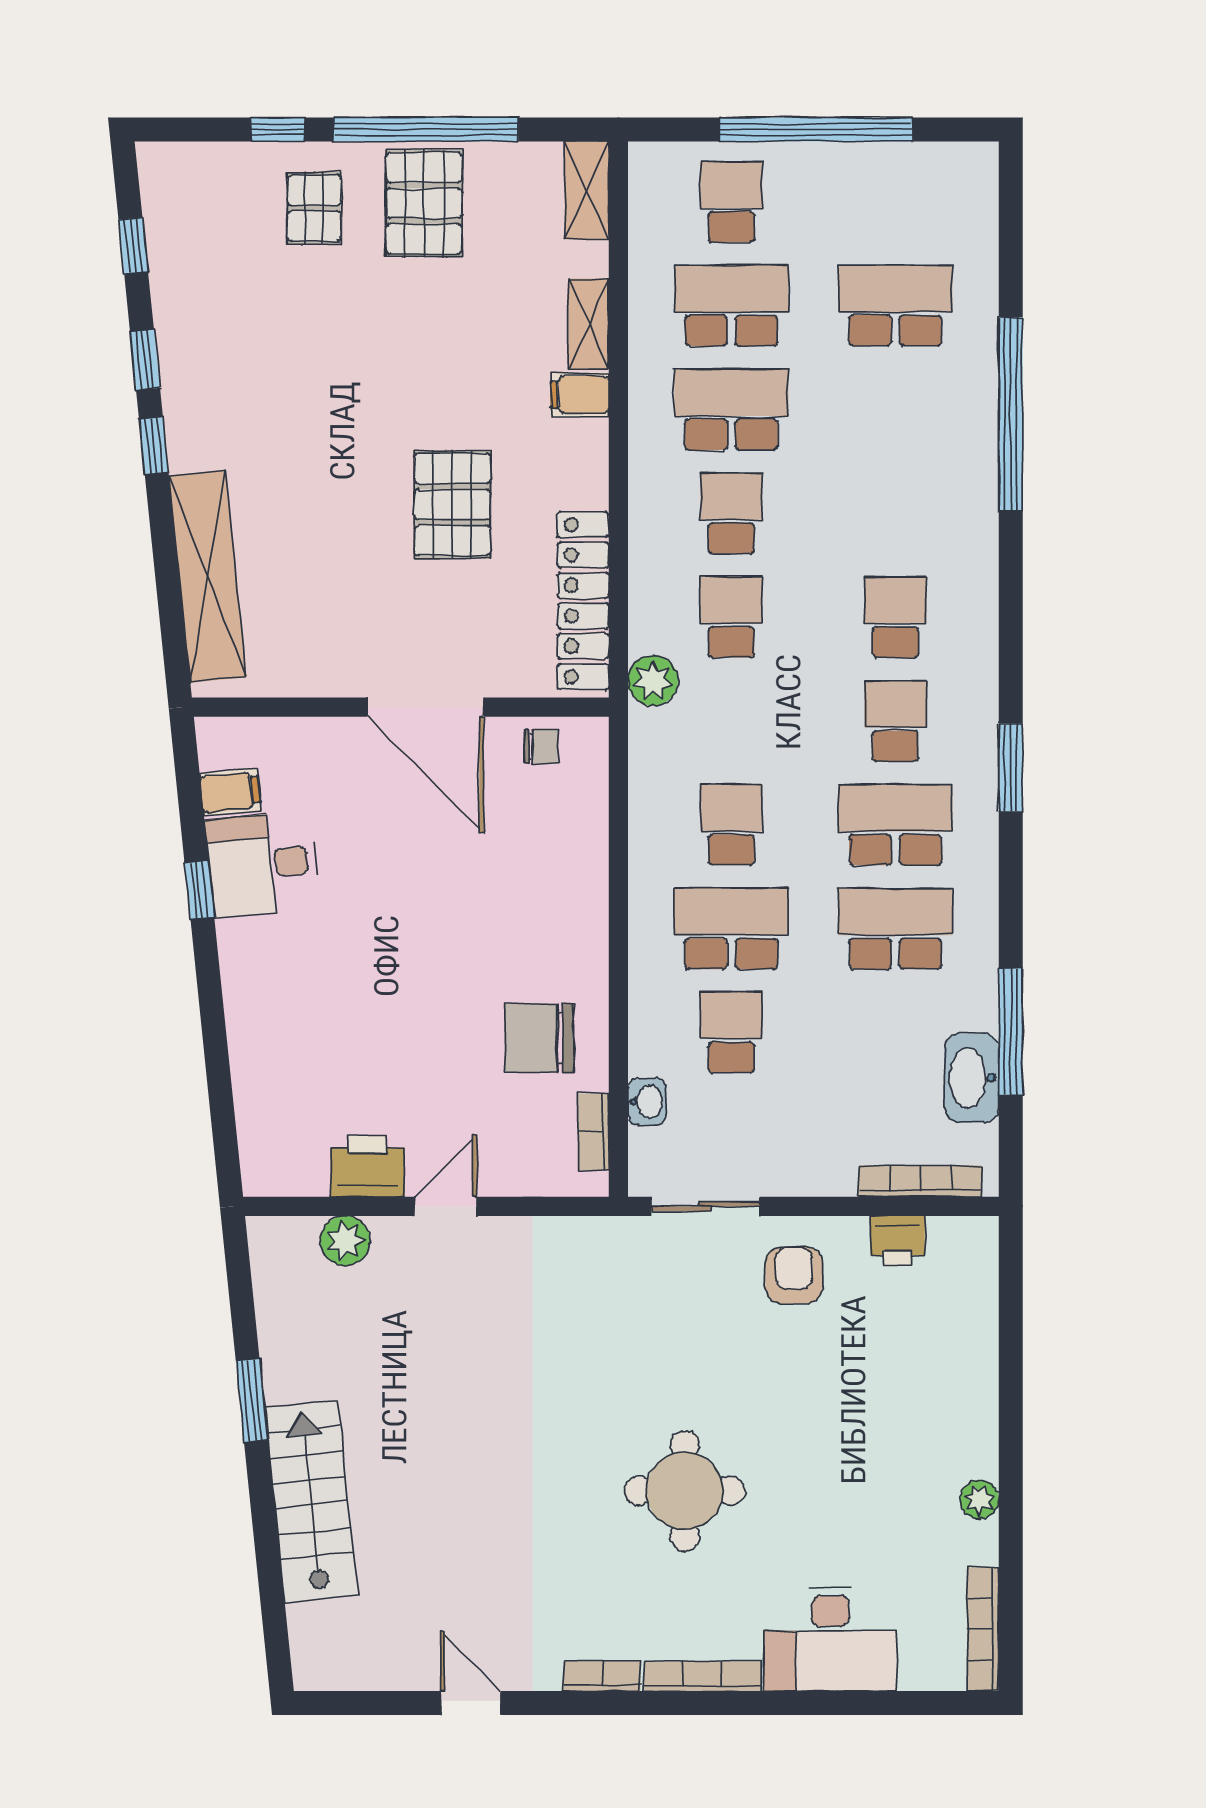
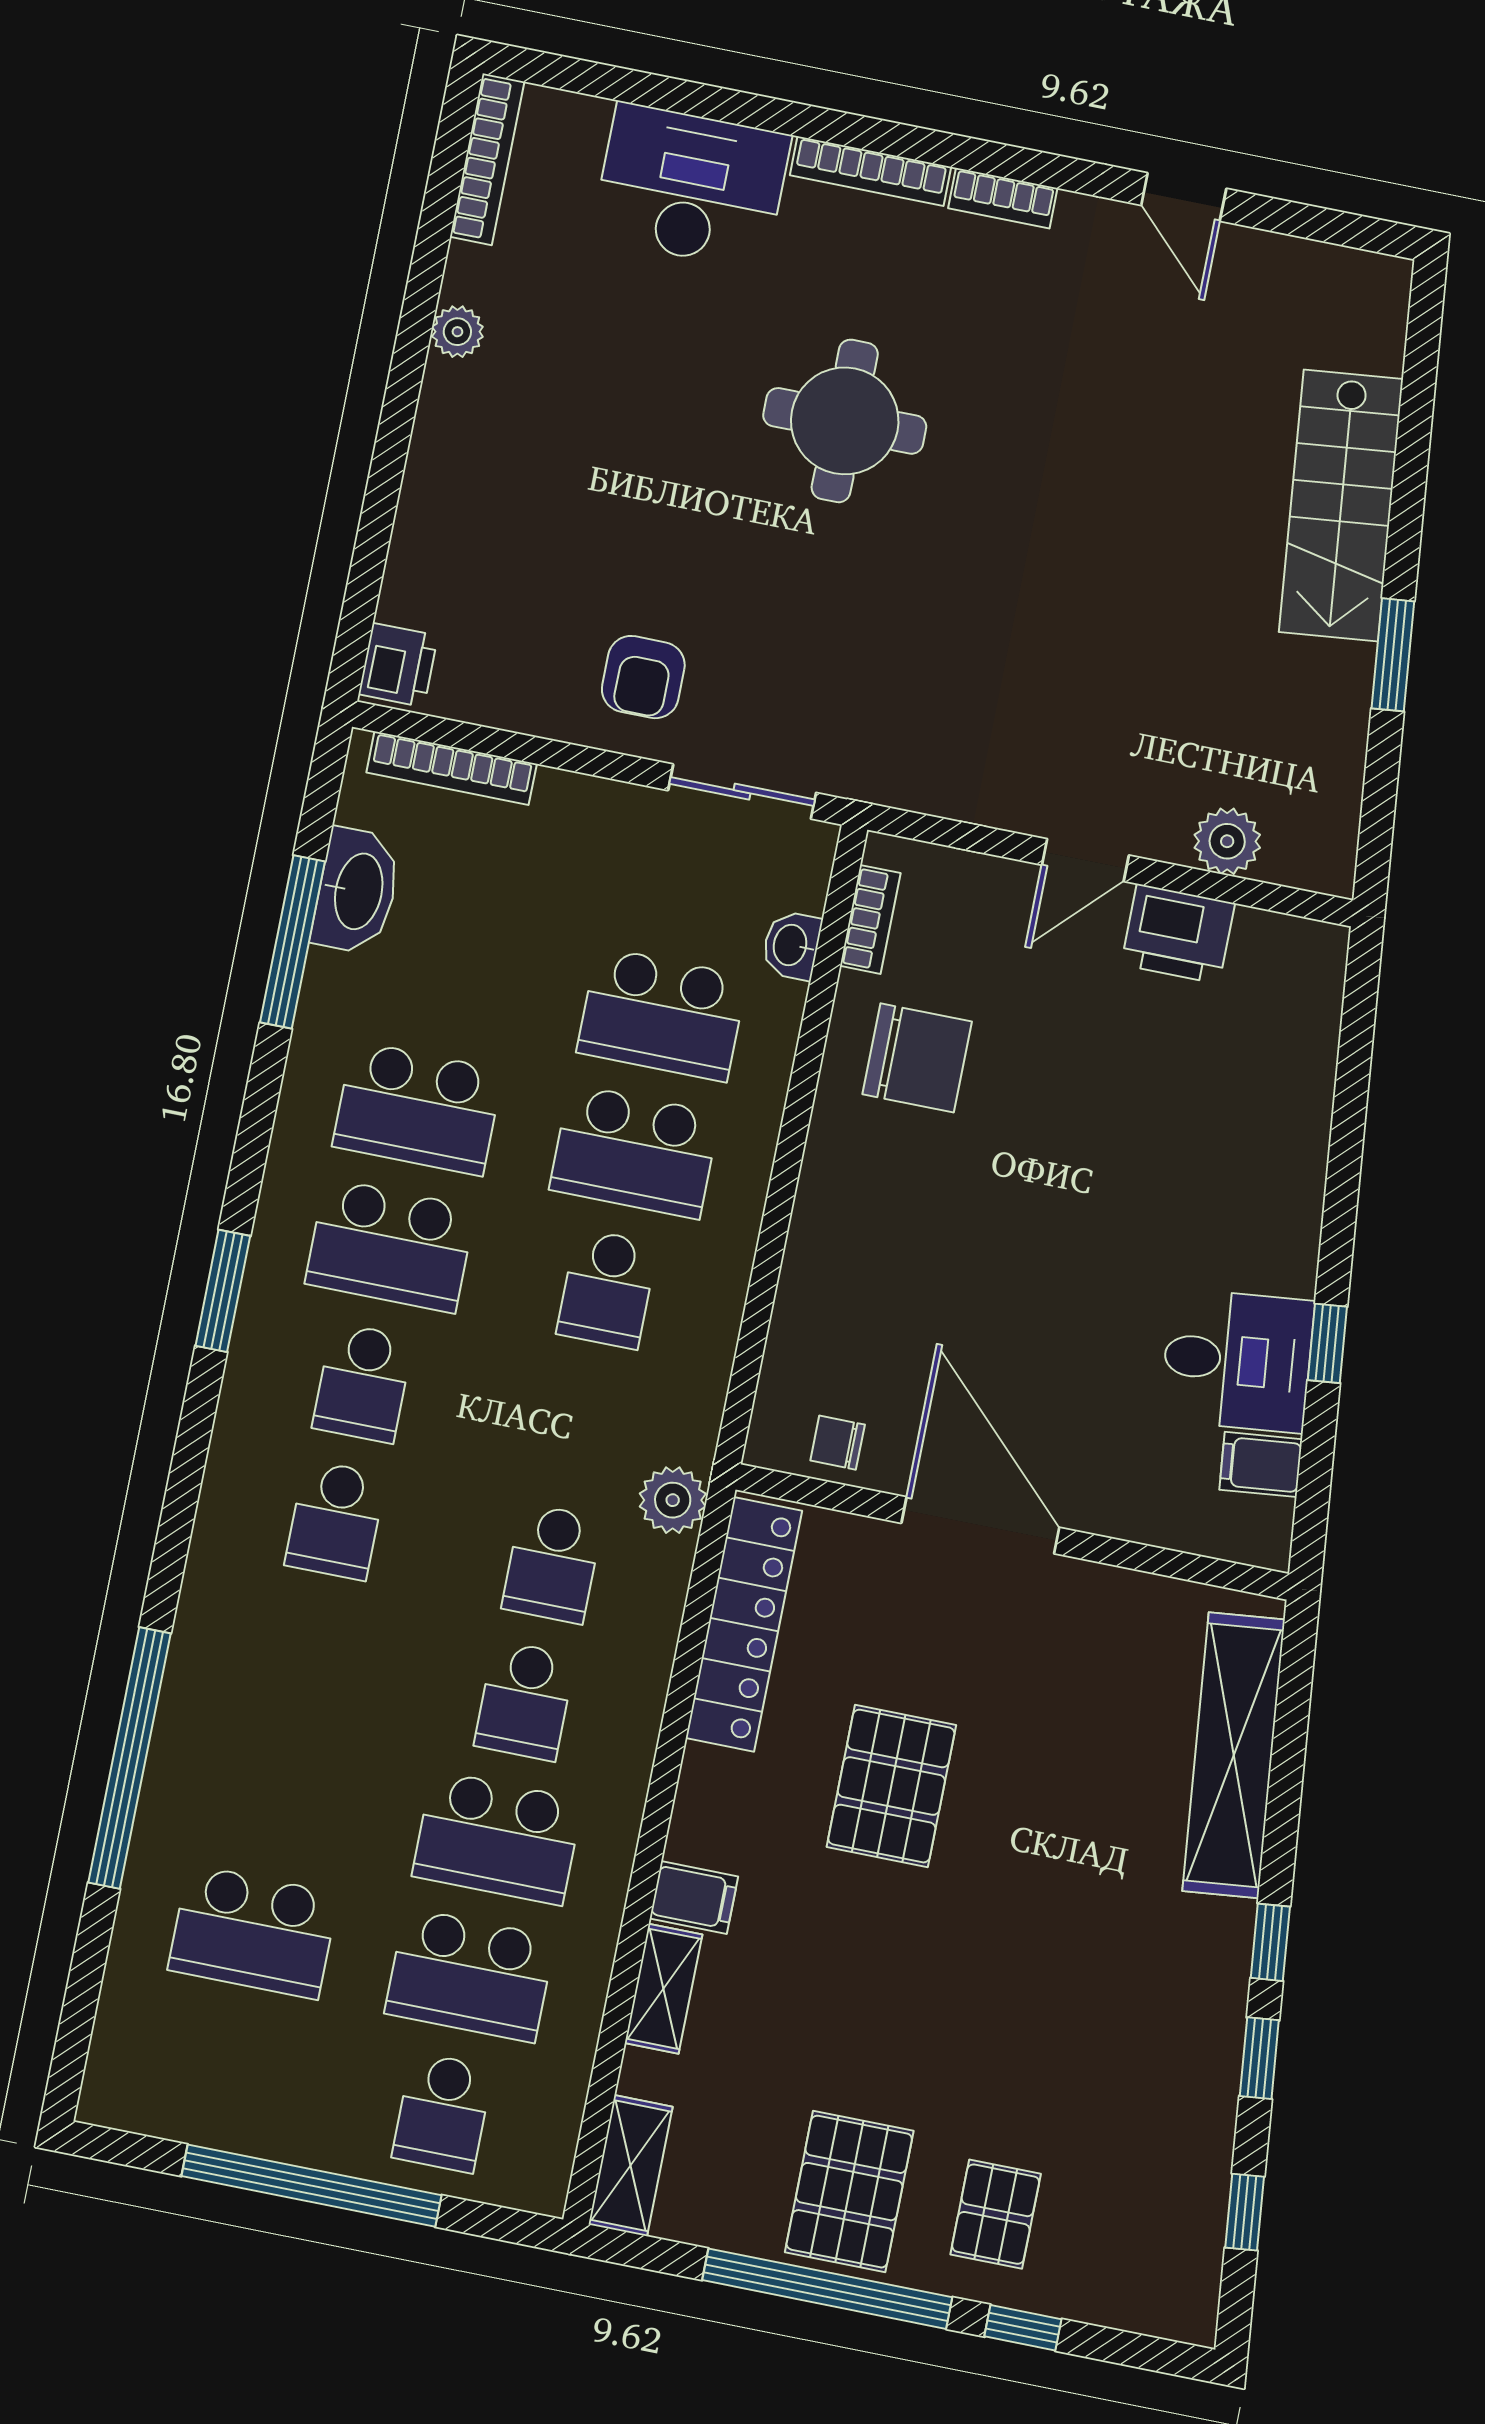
school desk: (731, 1033) -> (662, 1014), width x1.85
printer: (898, 1241) -> (398, 665), moved, turned 90

